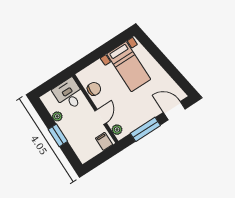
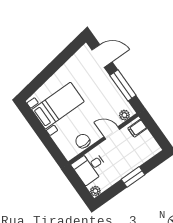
door: (174, 111) -> (102, 56), swing flipped
plant: (57, 116) -> (95, 191), moved

